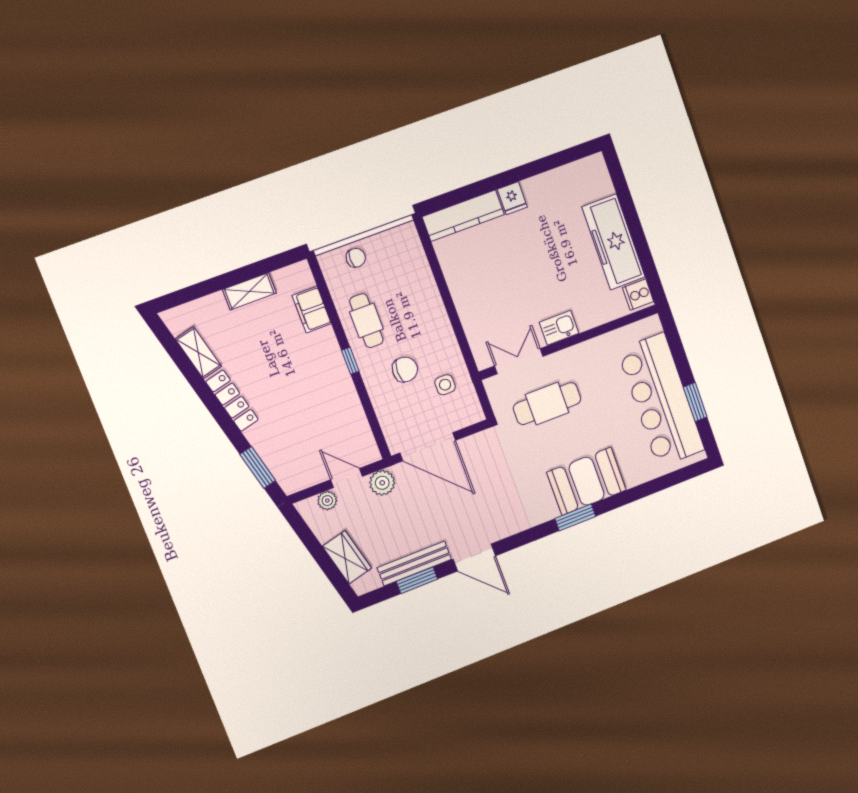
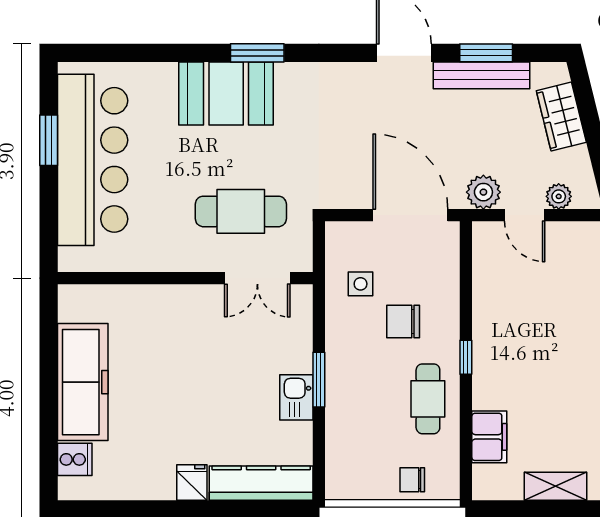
cooker: (638, 295) -> (75, 459), moved
window: (449, 305) -> (319, 380), added
kitchen sink: (559, 328) -> (296, 397), moved, turned 90

